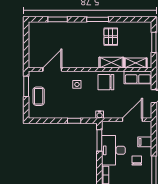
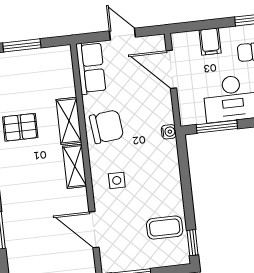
shelving: (136, 63) -> (75, 166), moved
chair: (106, 82) -> (107, 127), turned -96
coffee table: (39, 96) -> (165, 228), moved
window: (74, 121) -> (193, 243), moved

